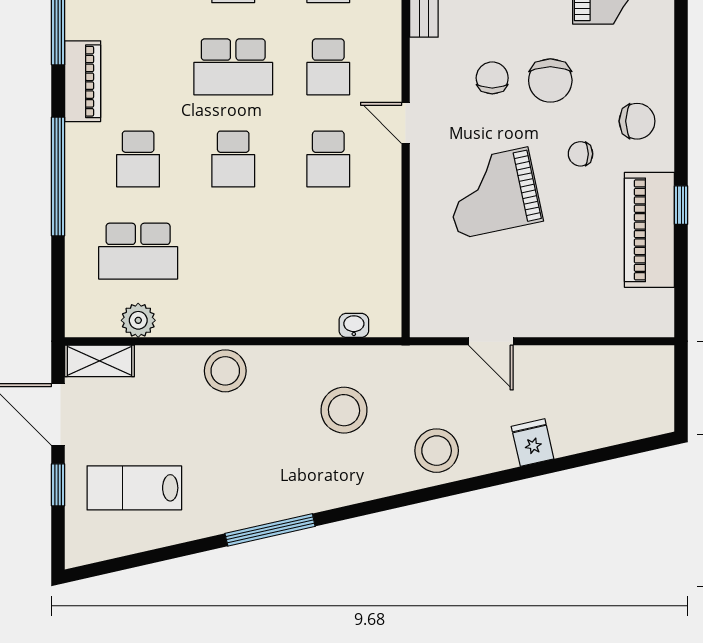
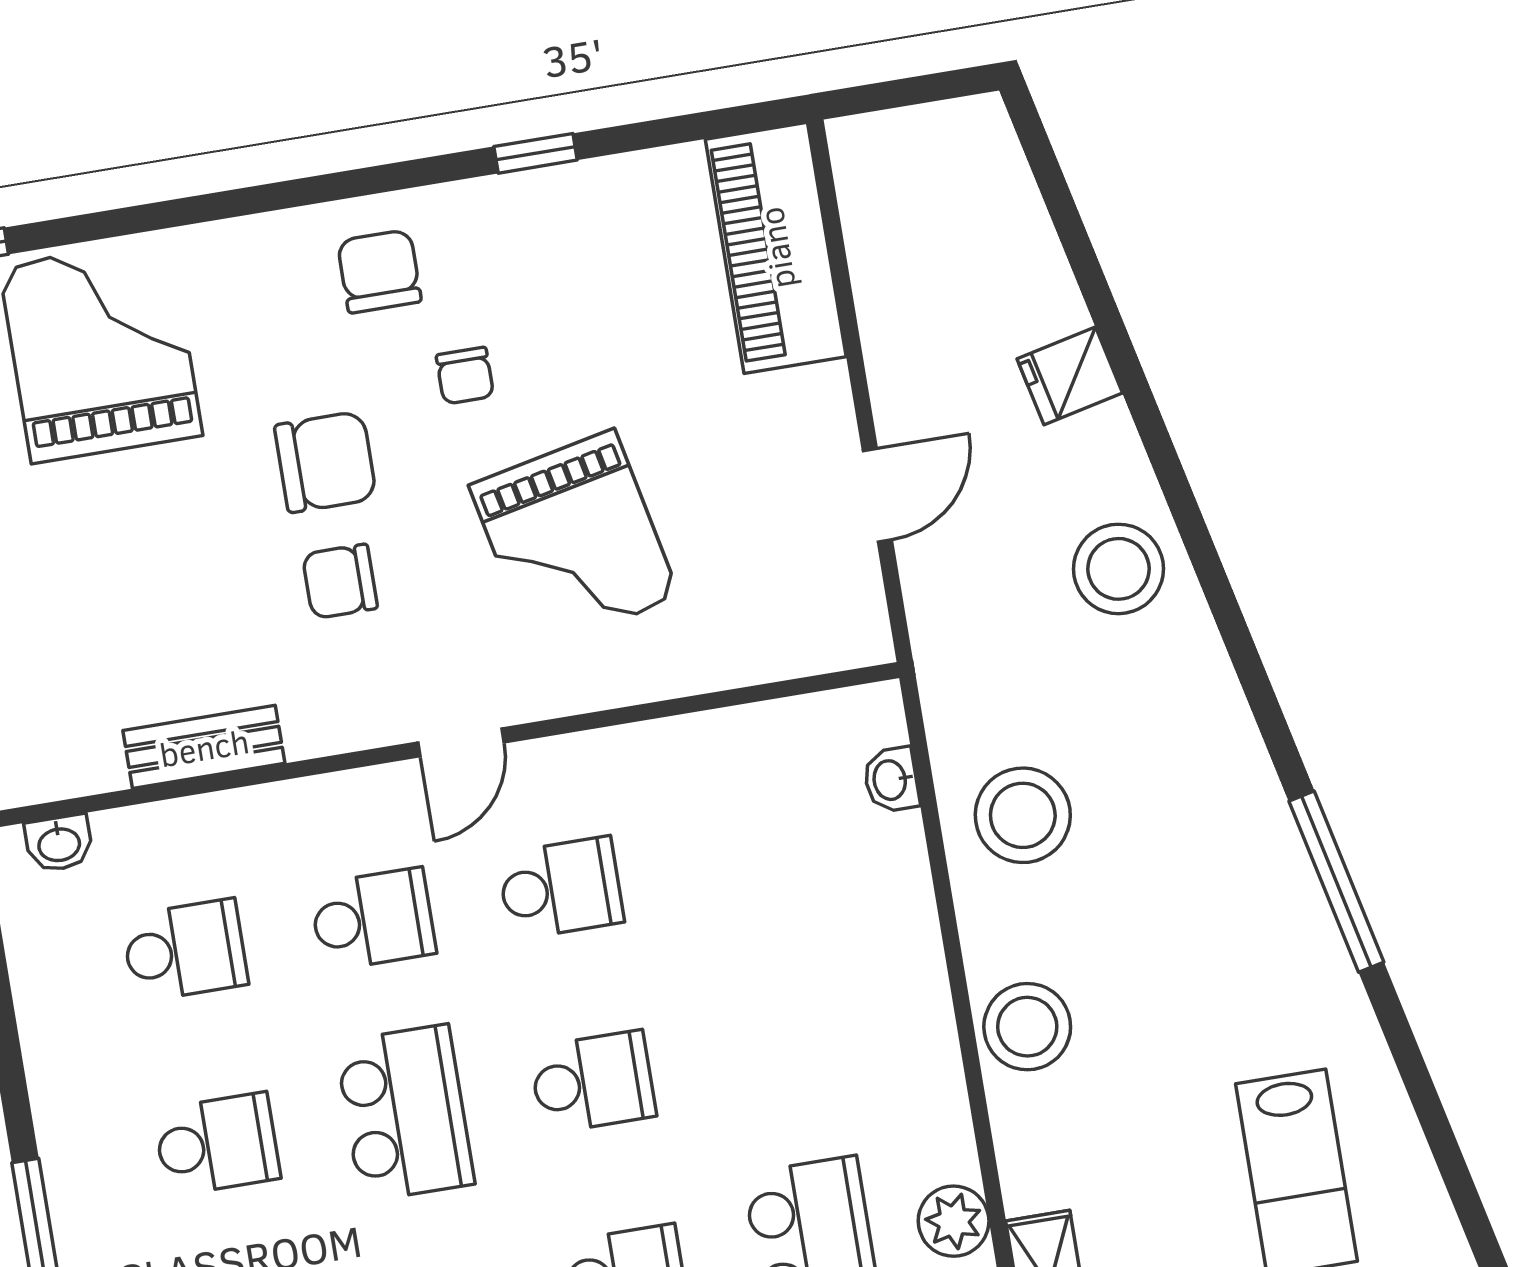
piano: (649, 230) -> (776, 248), moved, turned 90
stool: (344, 410) -> (1023, 815), moved

